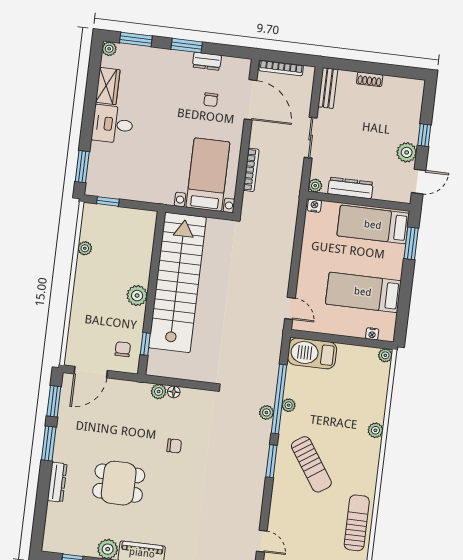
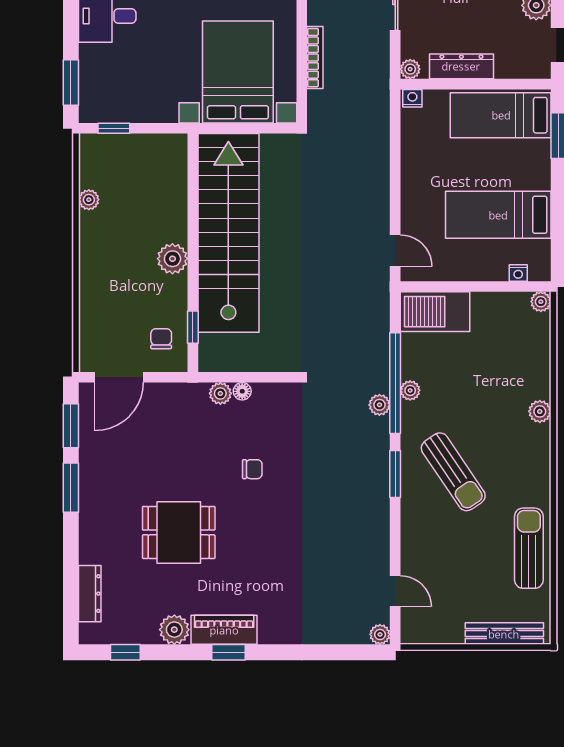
bed with nightstands: (208, 175) -> (238, 72), width x1.36
dresser: (57, 482) -> (90, 594), moved

